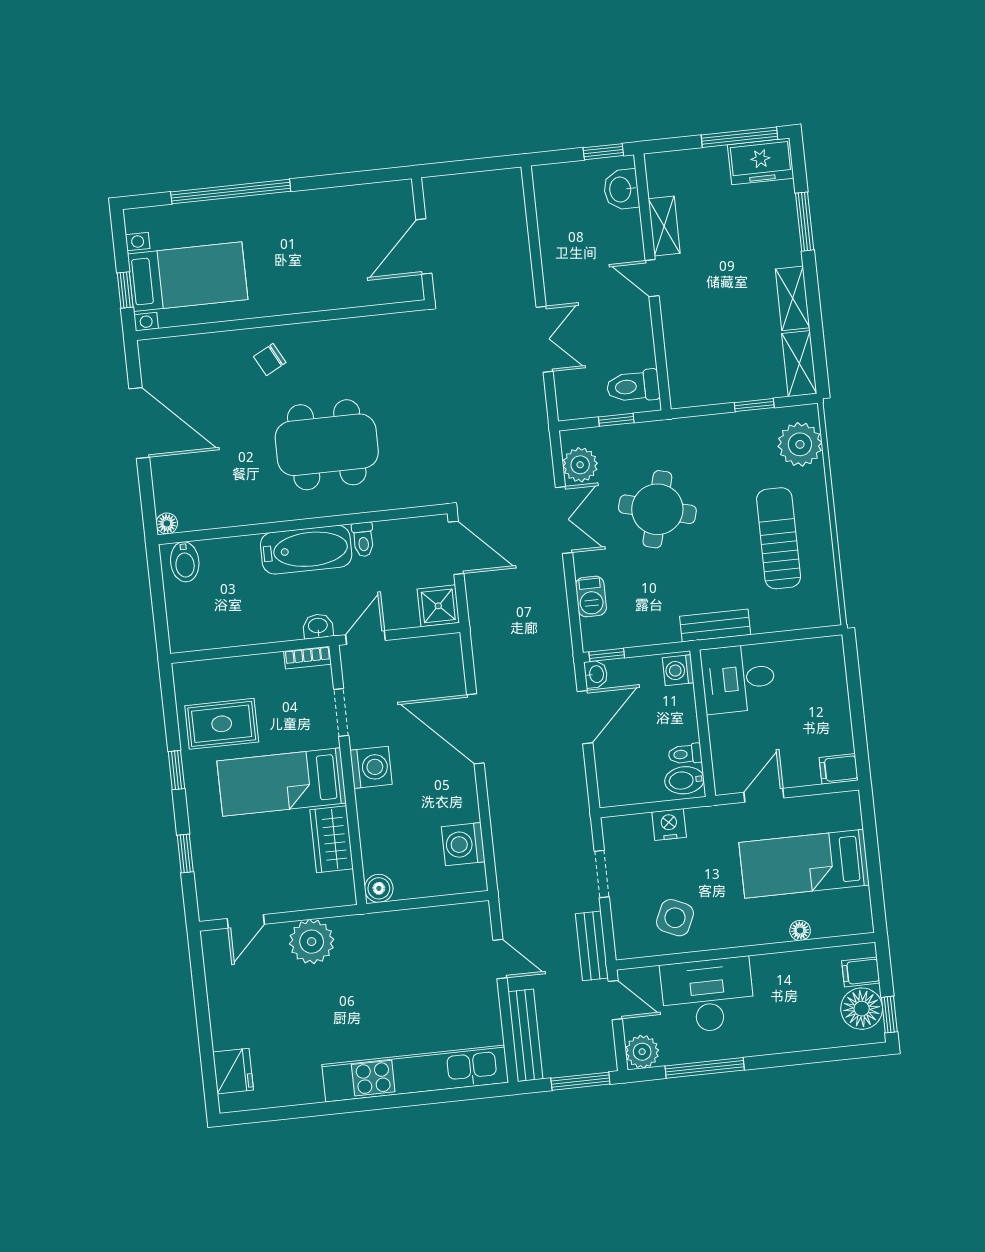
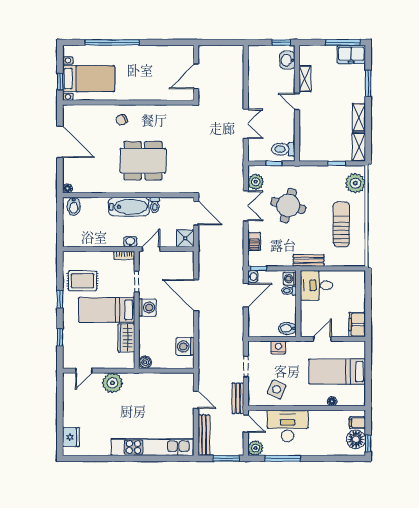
toilet: (685, 754) -> (289, 291), moved
filing cabinet: (839, 769) -> (357, 325), width x2.00

